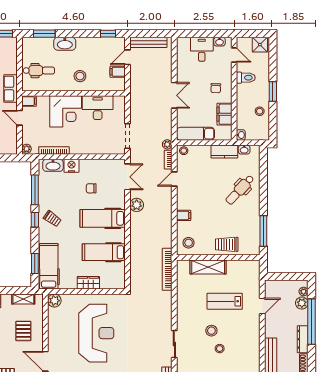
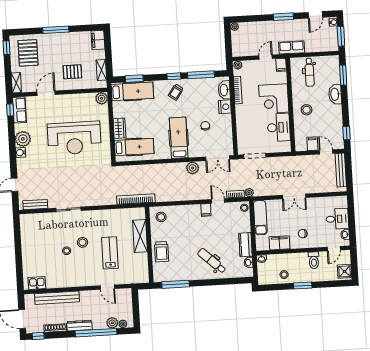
filing cabinet: (184, 215) -> (206, 210), moved
trolley: (227, 244) -> (162, 252), turned 180
hospital bed: (104, 252) -> (134, 147), moved, turned 90

